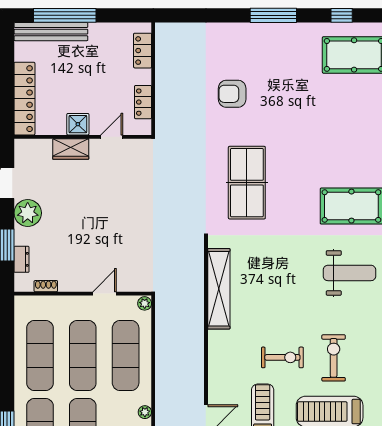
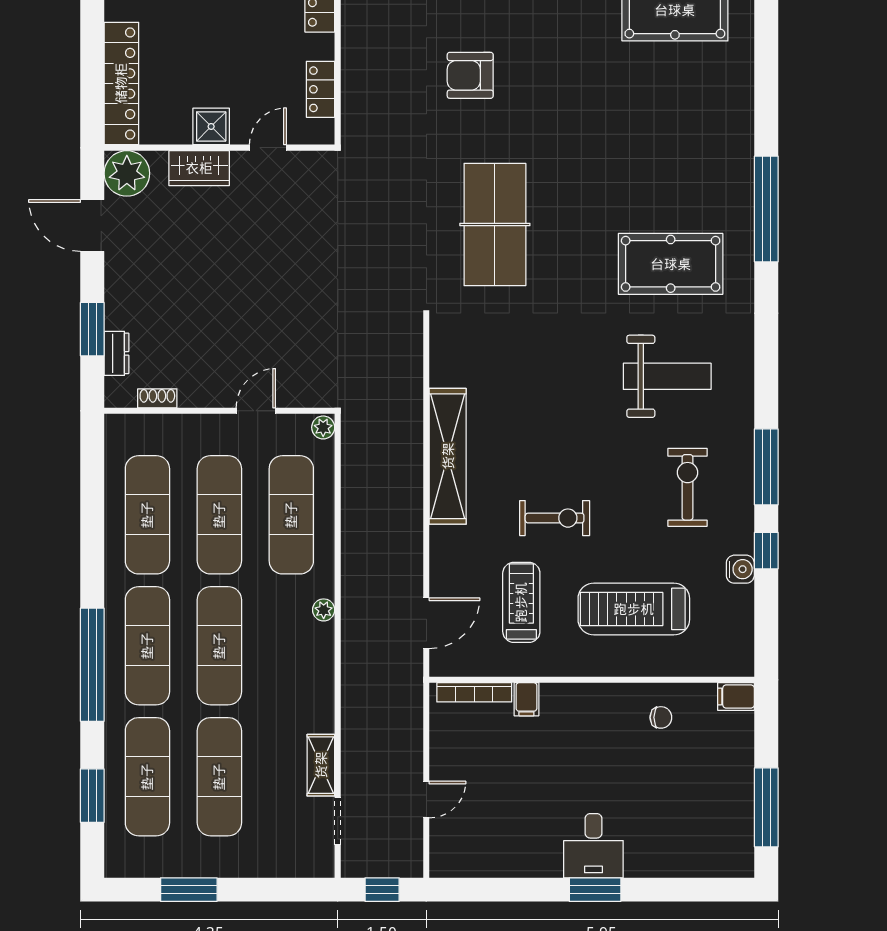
plant: (28, 213) -> (127, 173), moved
shelving: (219, 289) -> (448, 456), moved
exercise bike: (334, 358) -> (687, 487), moved

